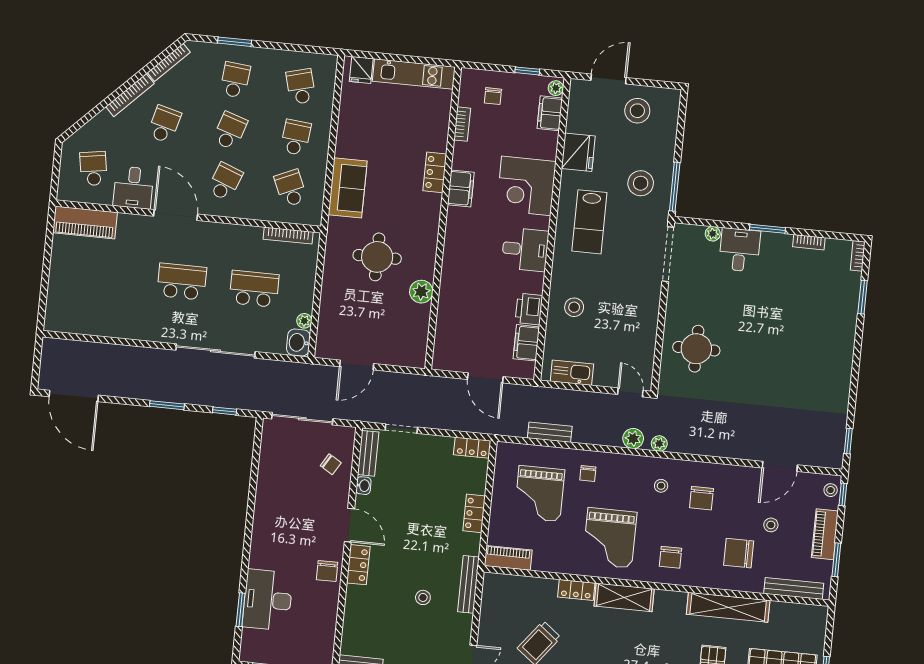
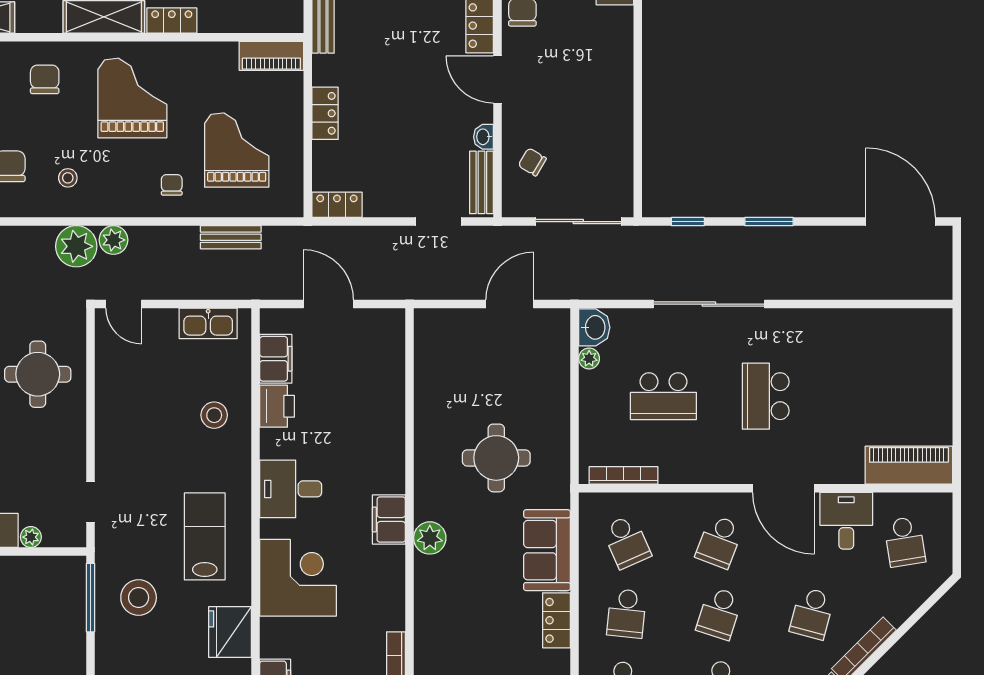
locker: (435, 172) -> (556, 620), moved, turned 180
filing cabinet: (461, 188) -> (389, 519), moved
doorway: (668, 254) -> (90, 502), width x0.53
school desk: (182, 282) -> (766, 396), turned 90
plant: (421, 292) -> (430, 538), moved
plant: (659, 443) -> (76, 246), width x1.88, depth x1.88

